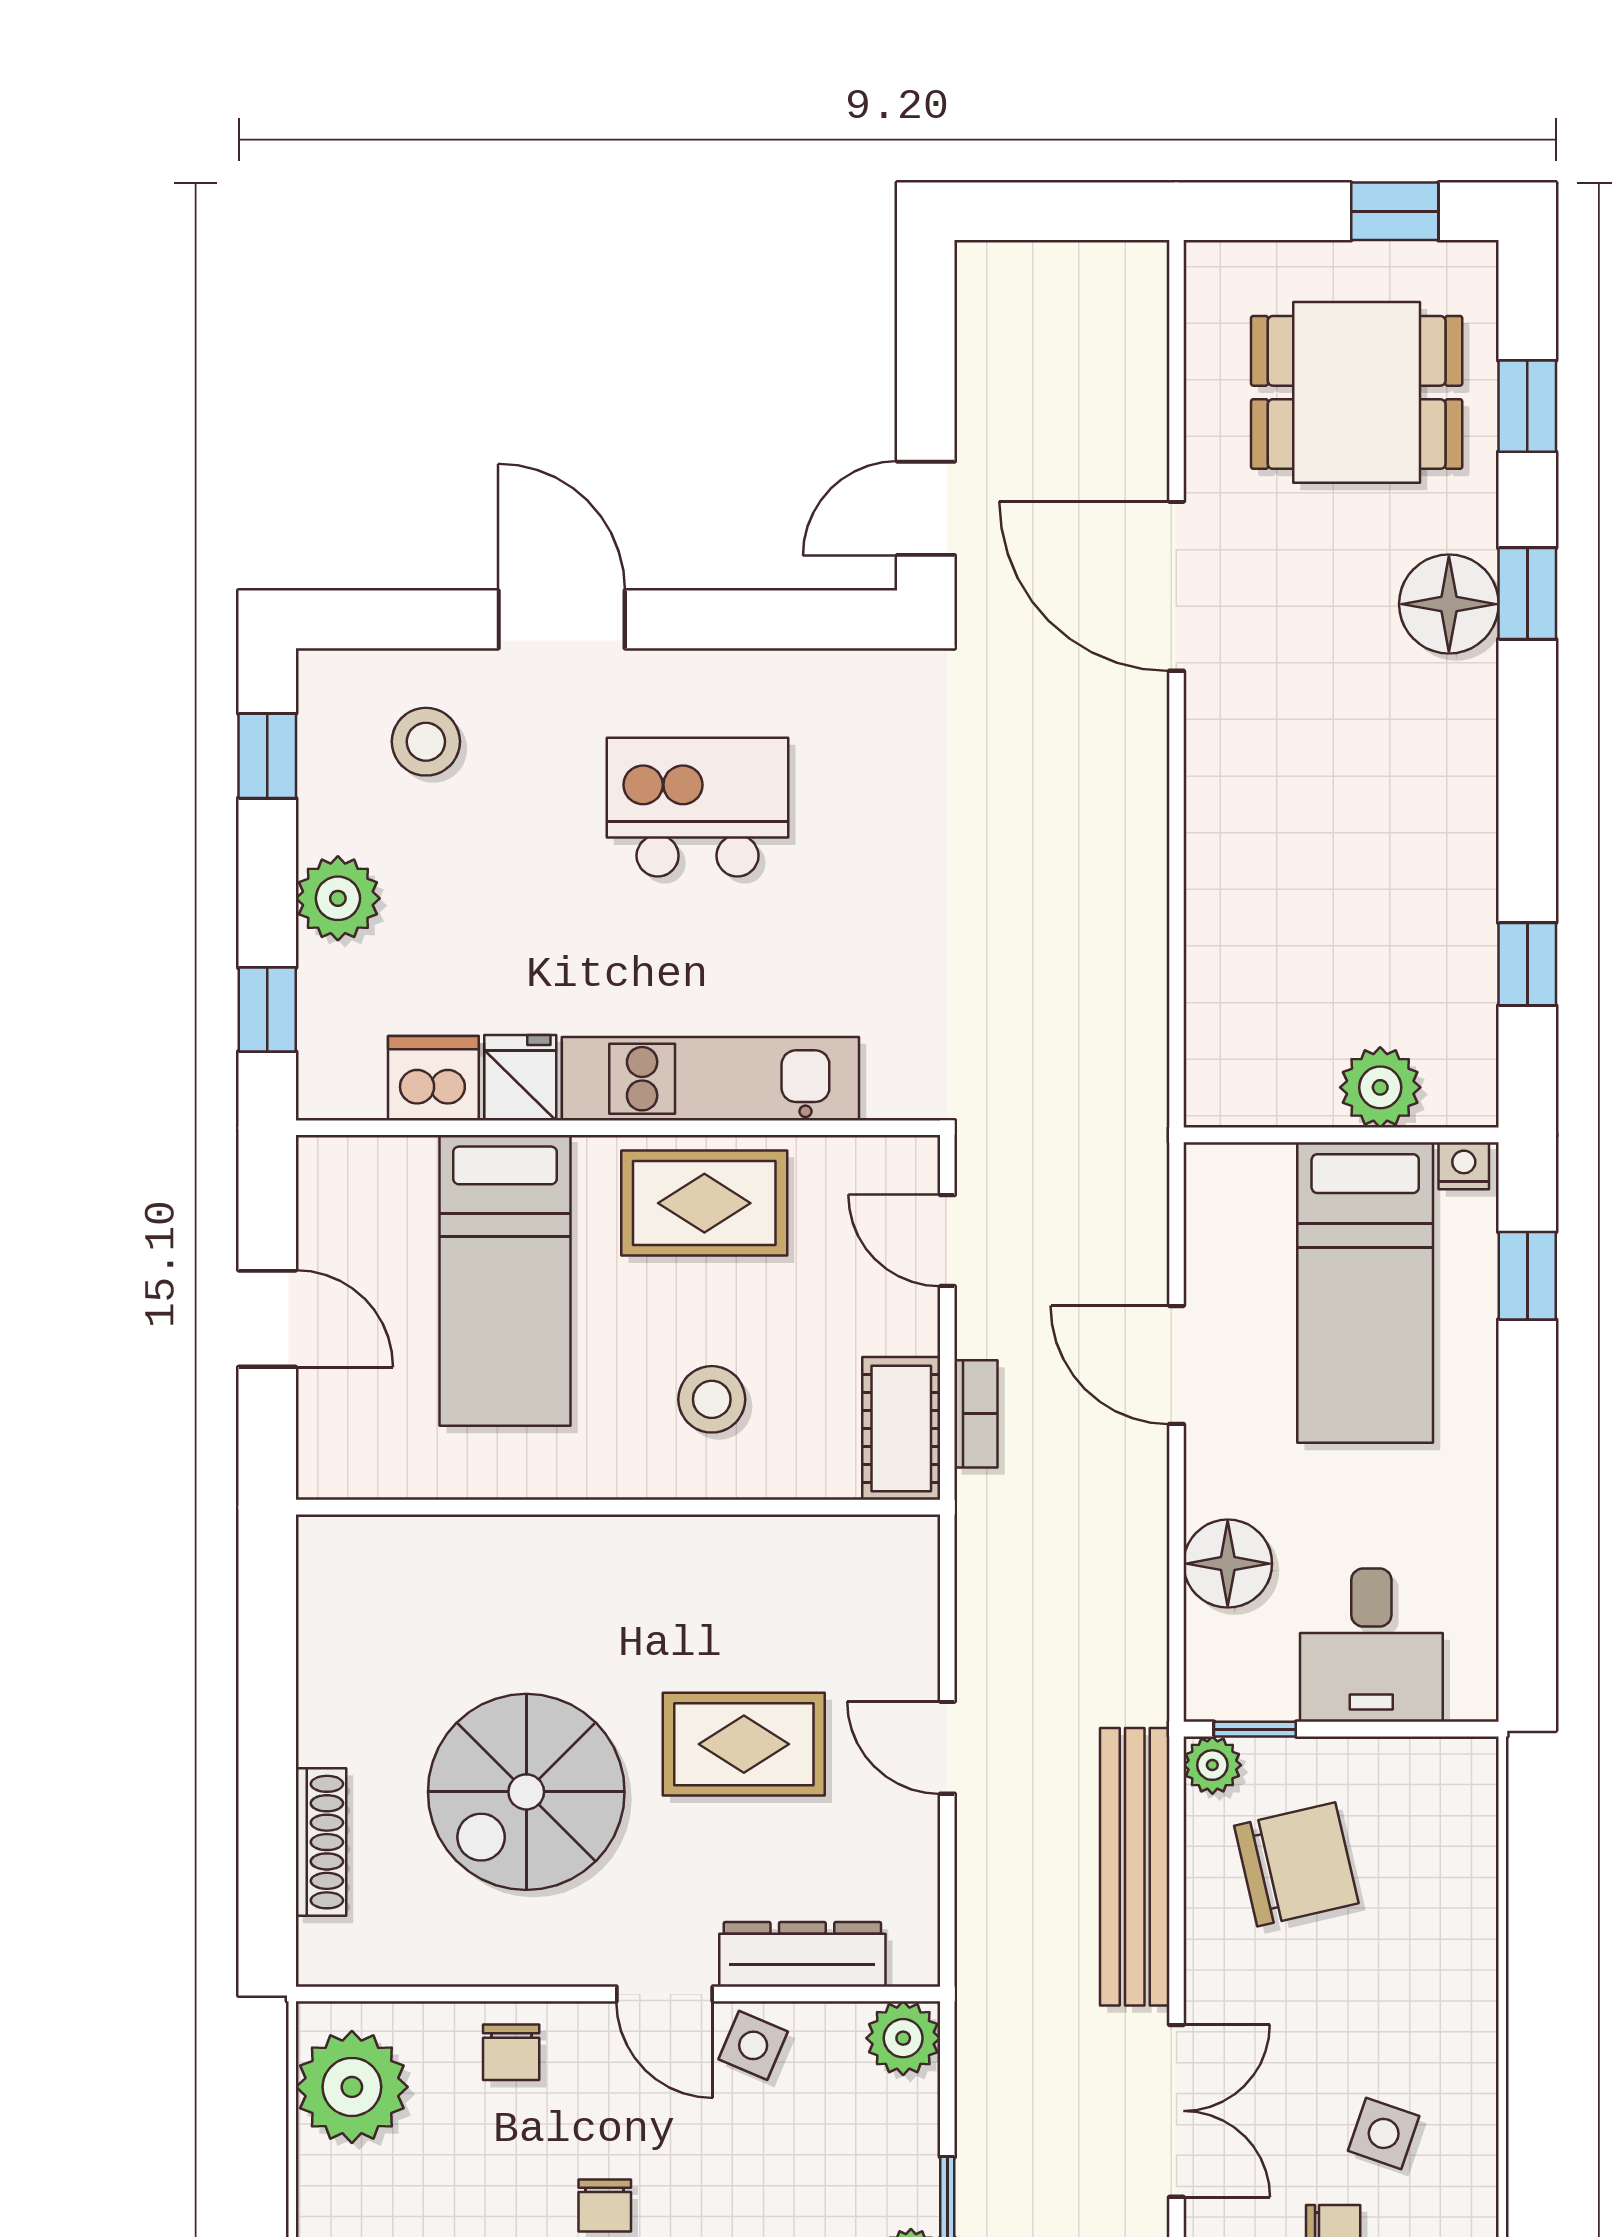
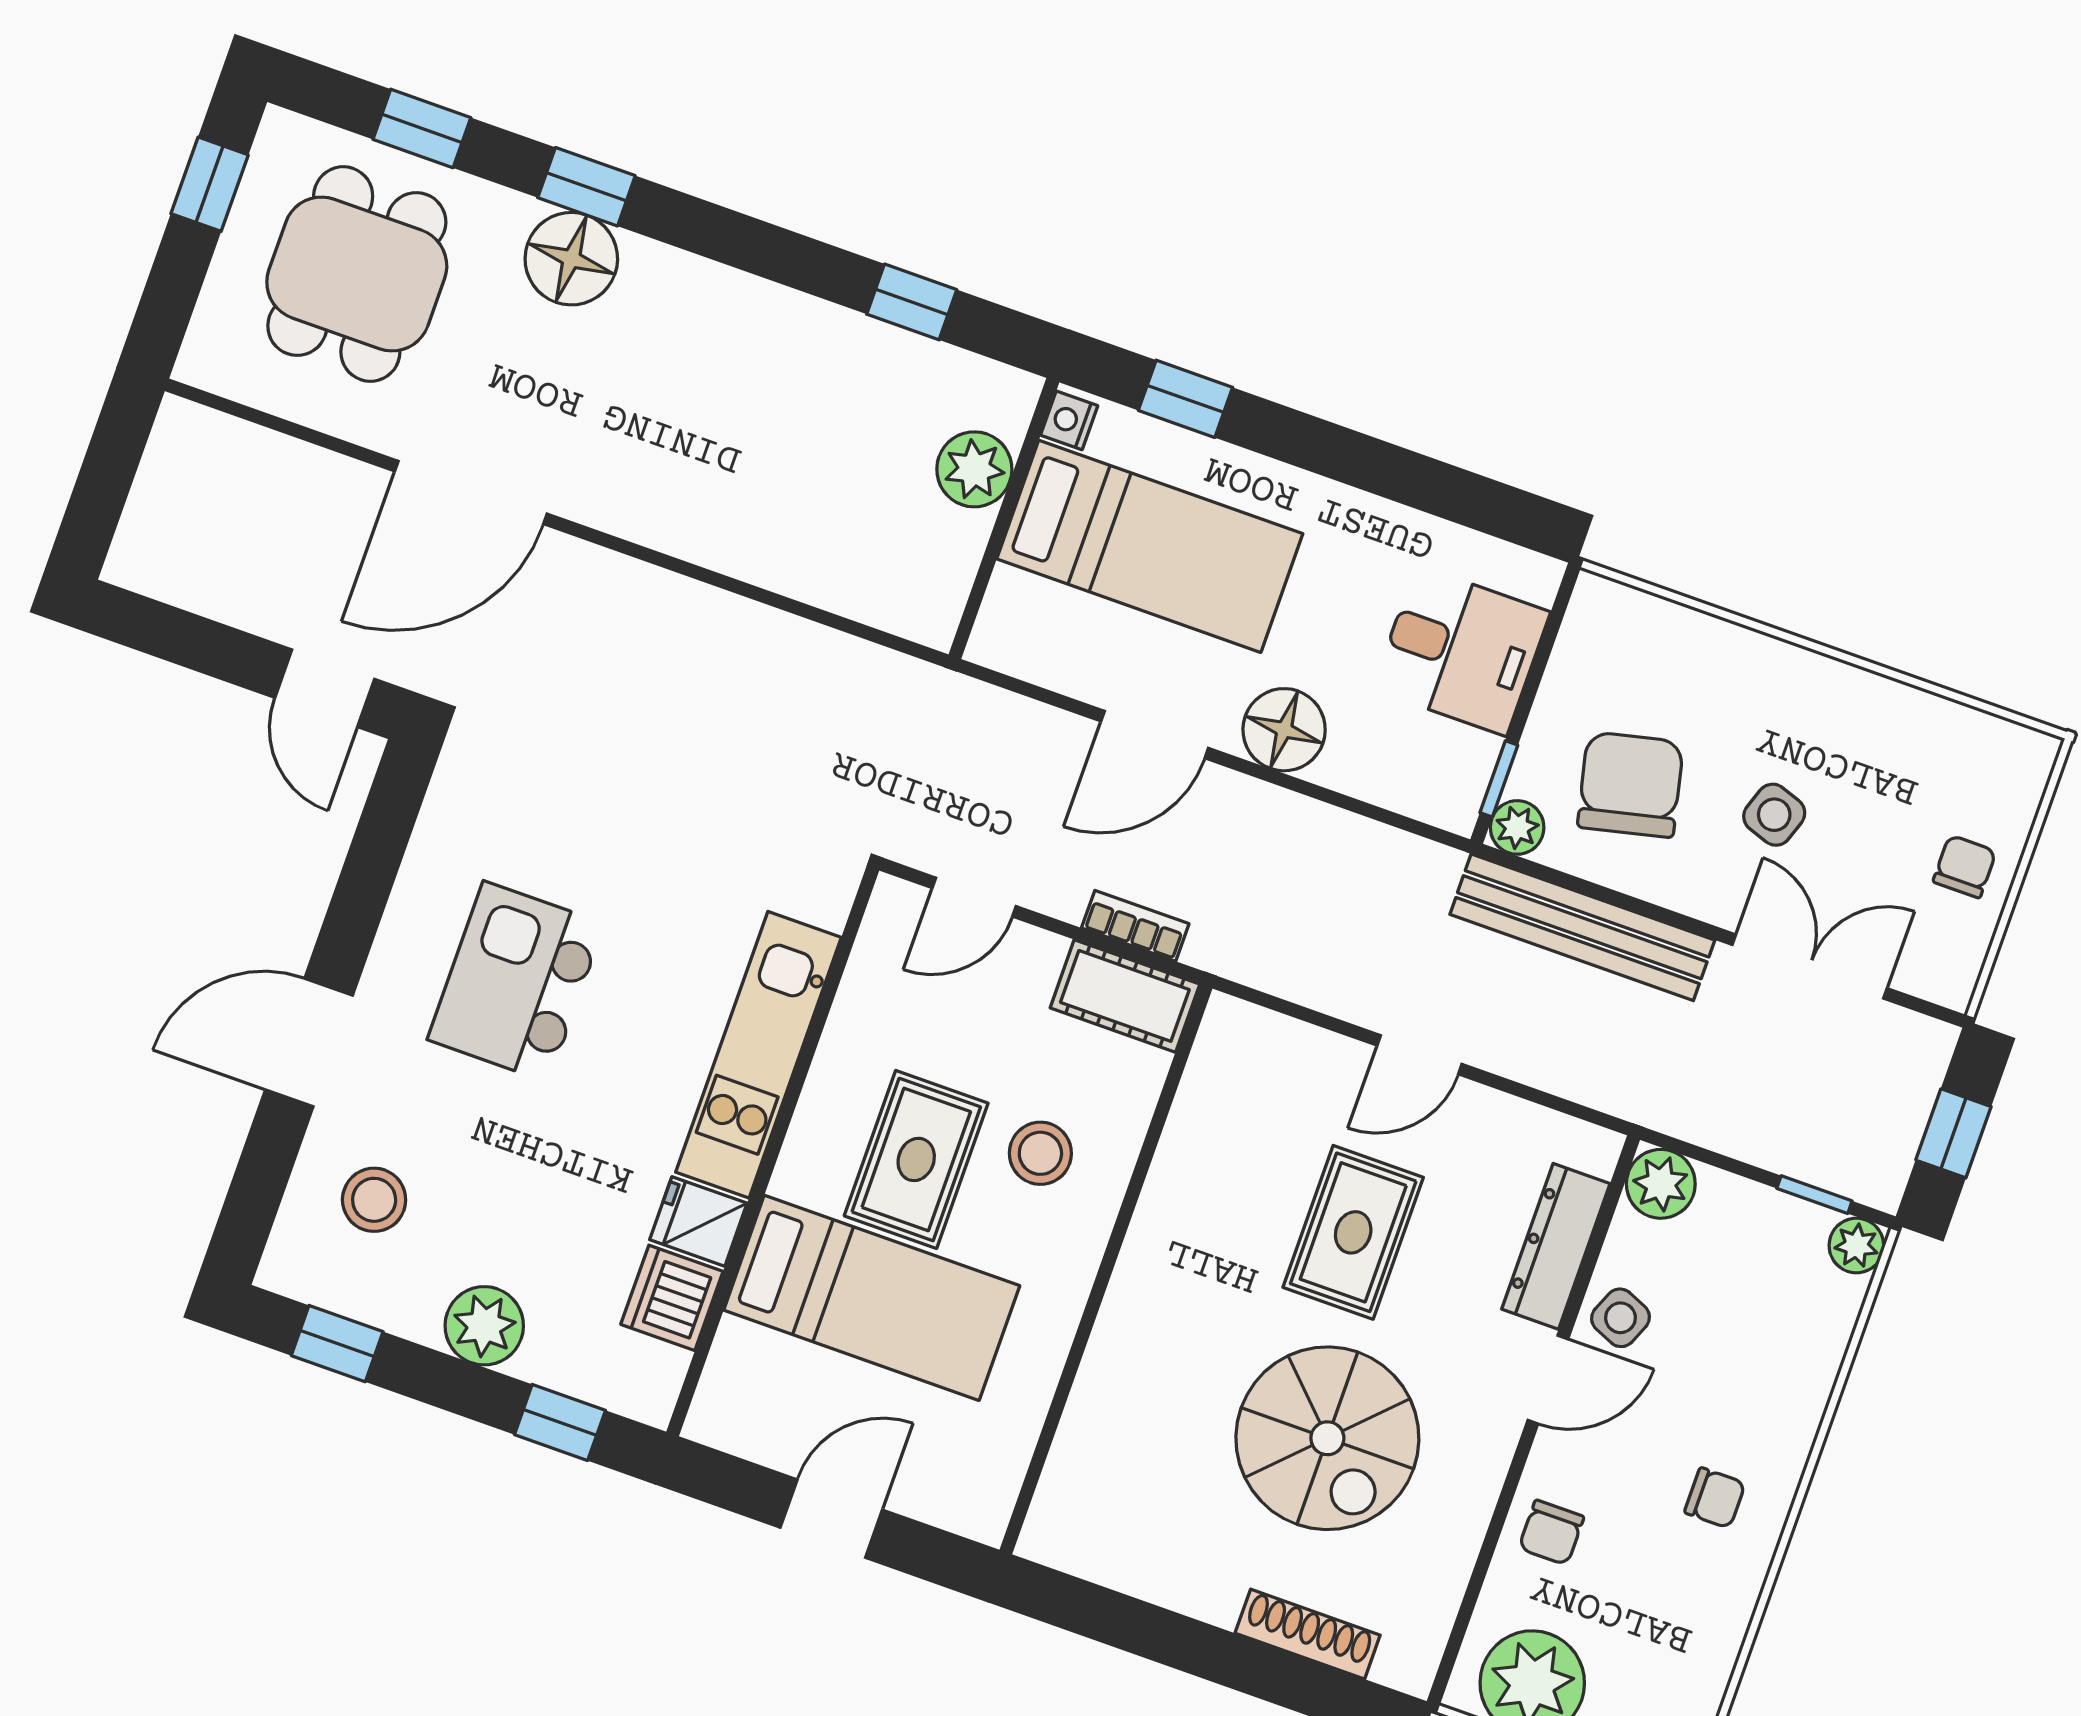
rug: (704, 1203) -> (916, 1159), moved
floor lamp: (1228, 1564) -> (1284, 730), moved
chair: (511, 2052) -> (1551, 1532), turned 90
side table: (1384, 2133) -> (1774, 815), moved

